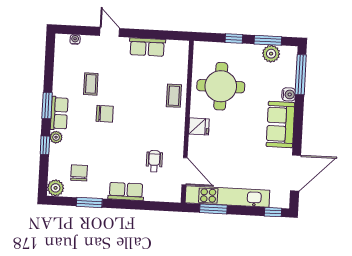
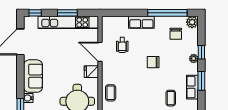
row of seats: (59, 113) -> (192, 87), moved
chair: (105, 114) -> (153, 62), moved
door: (185, 171) -> (100, 52), moved
window: (89, 202) -> (167, 13), width x2.11
window: (213, 209) -> (67, 13), moved

